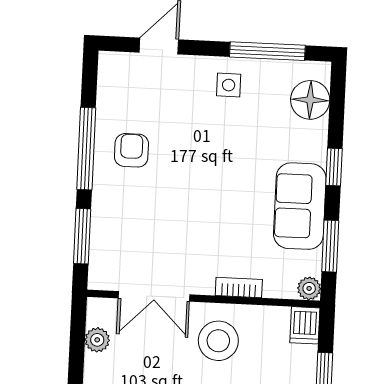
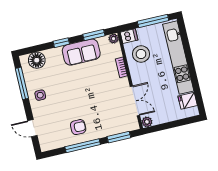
armchair: (131, 150) -> (78, 127), turned 180
plant: (97, 340) -> (147, 122), moved
stool: (218, 341) -> (141, 54), moved

